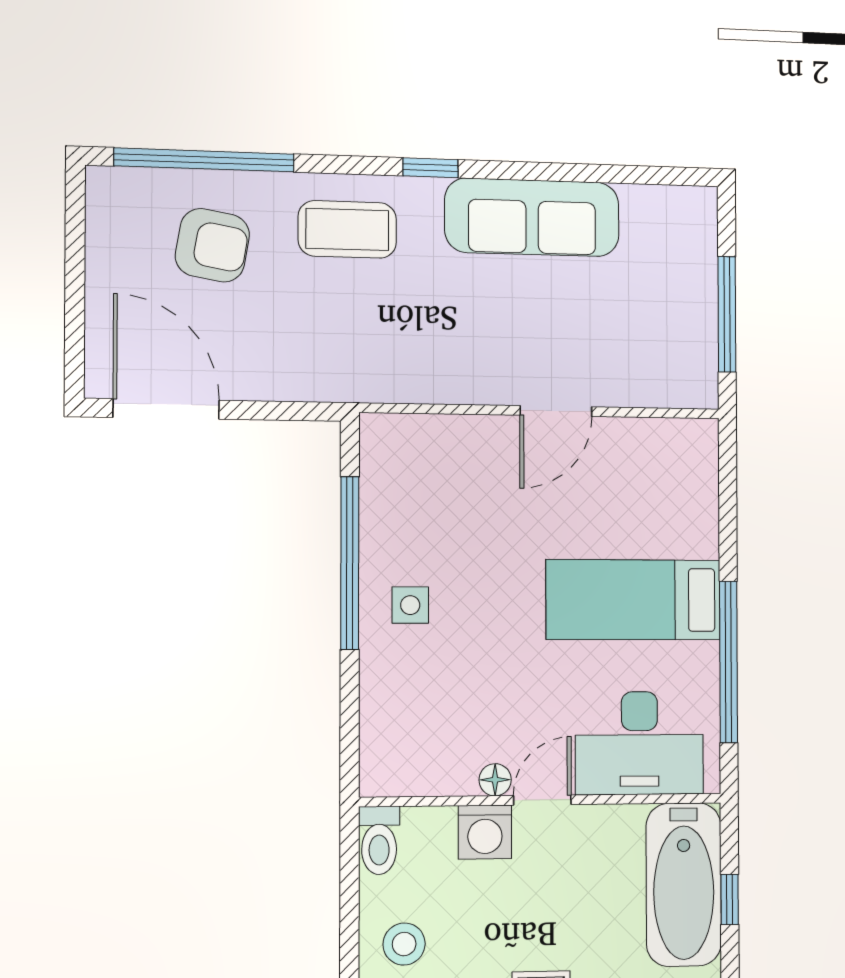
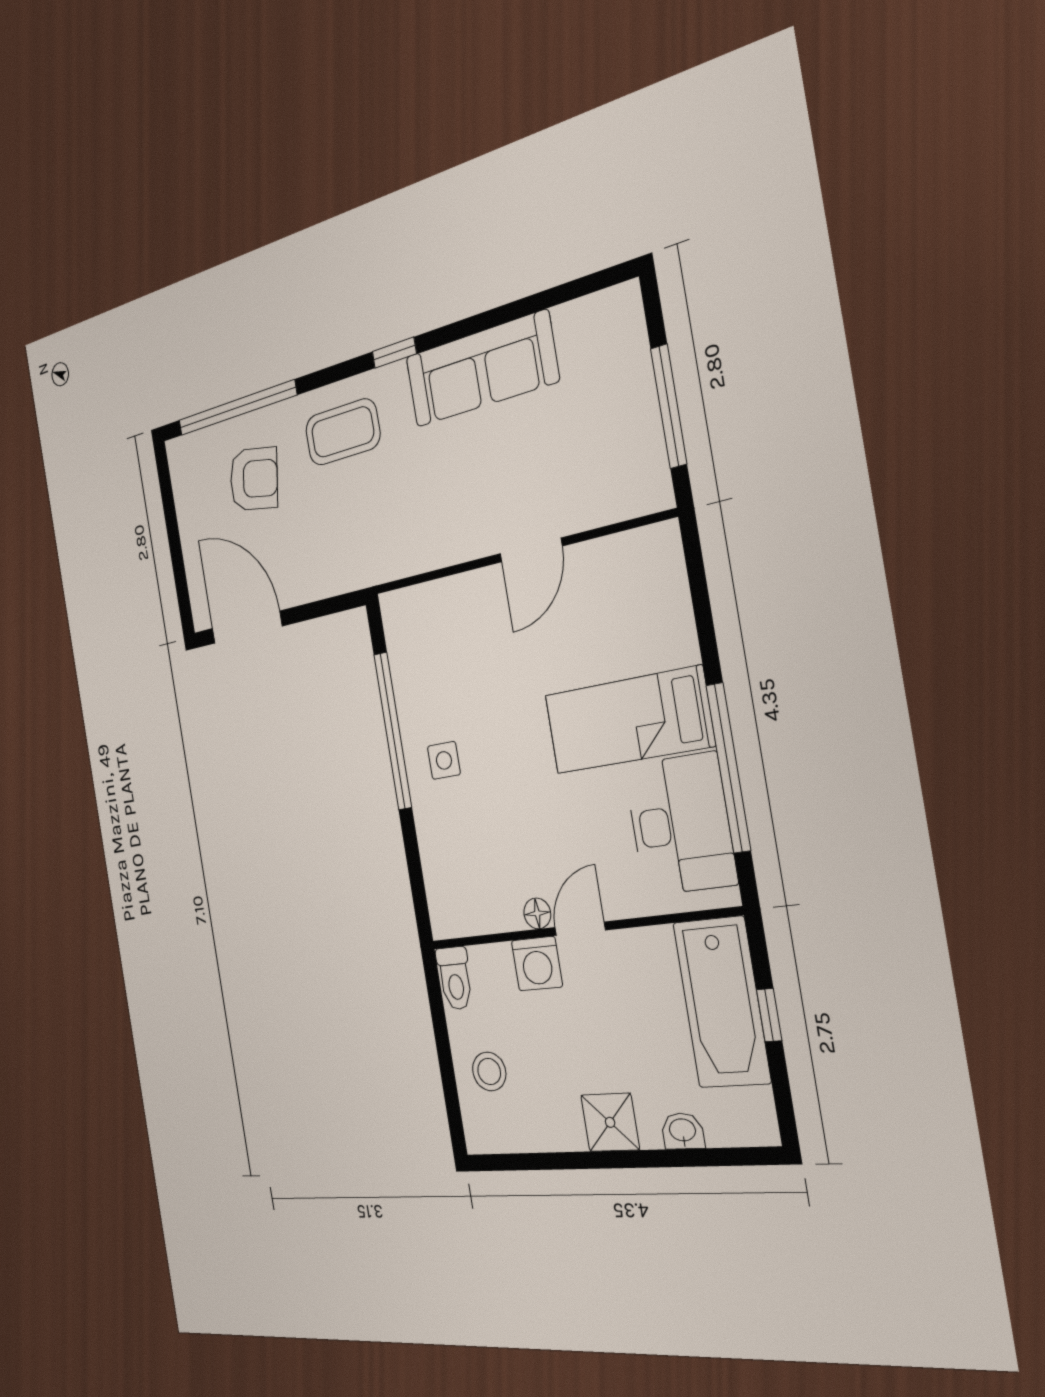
desk: (639, 743) -> (680, 824), moved, turned -90

